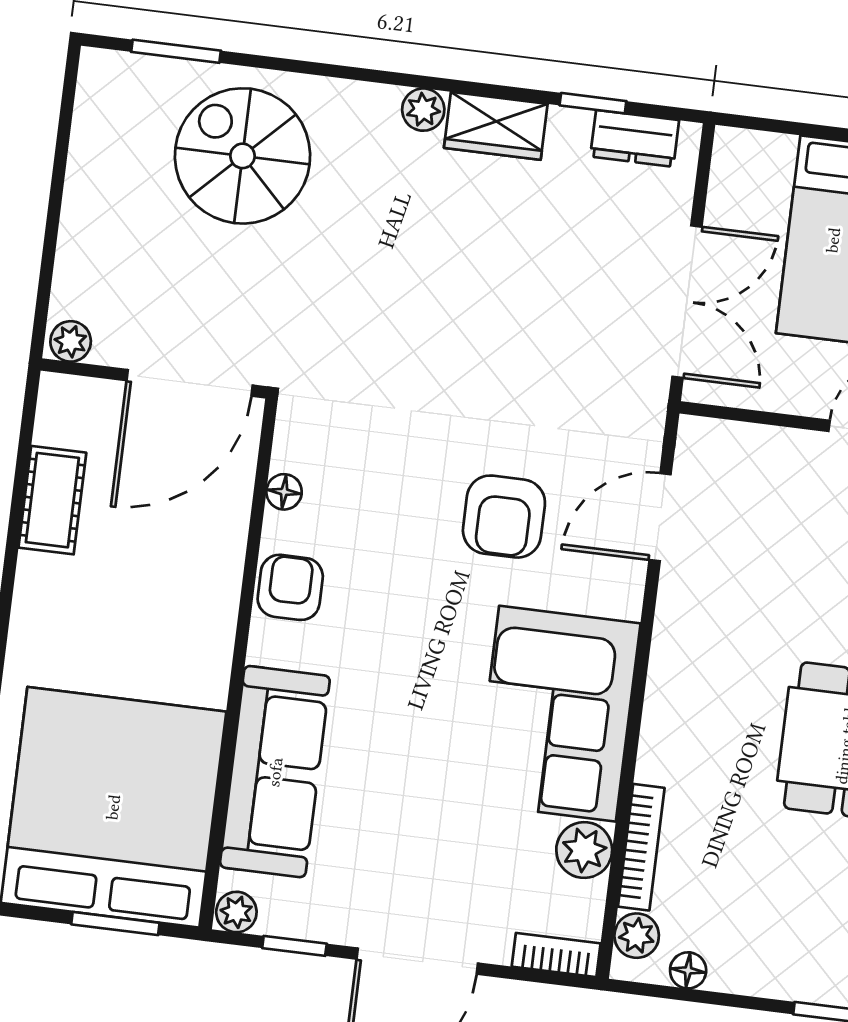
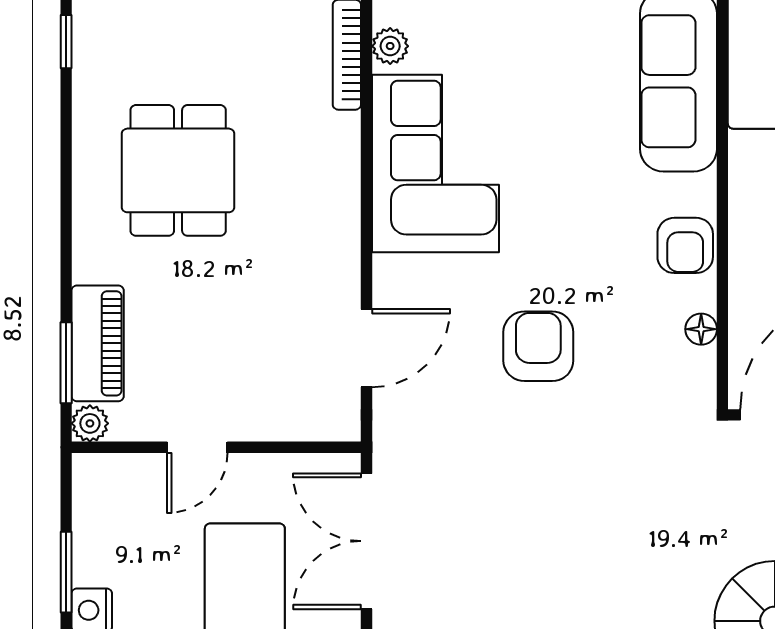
armchair: (504, 517) -> (538, 346), moved
plant: (584, 850) -> (390, 46), width x0.73, depth x0.73

